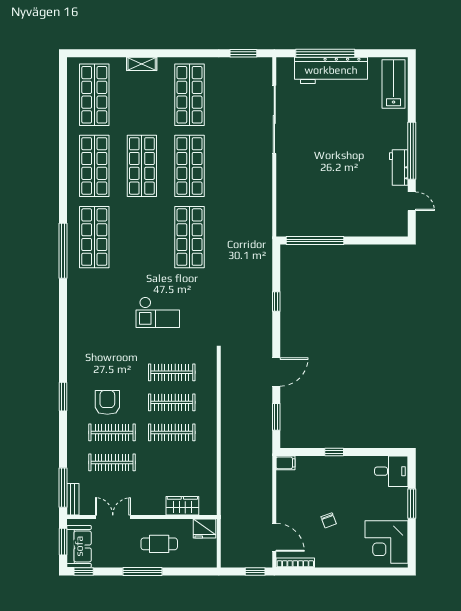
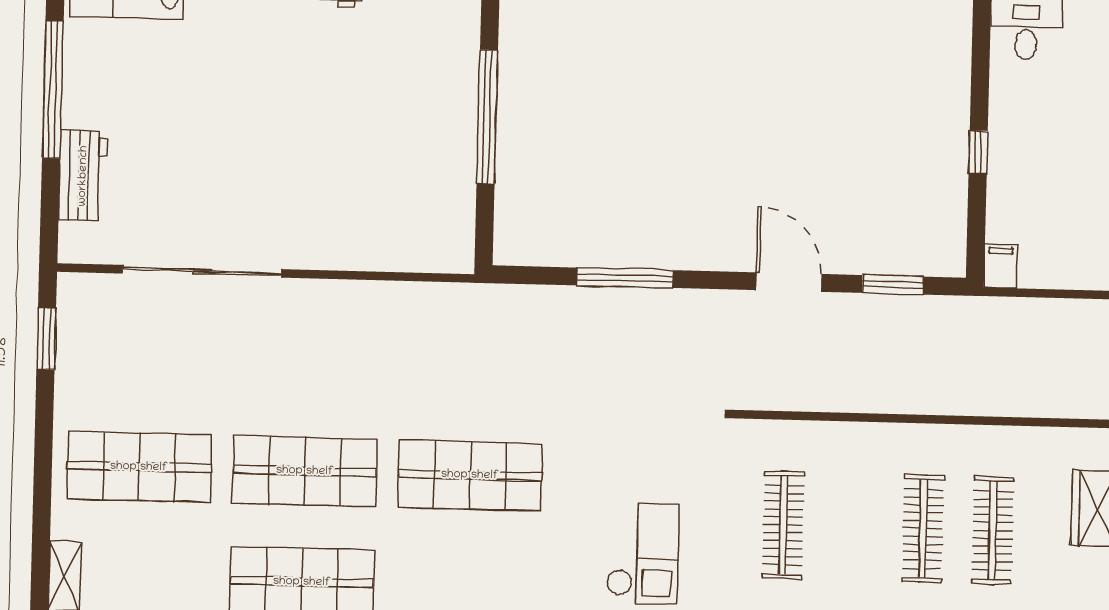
window: (325, 53) -> (53, 89), moved
workbench: (331, 70) -> (83, 176), width x0.53, depth x0.76
window: (315, 240) -> (487, 117), moved
window: (276, 301) -> (625, 278), width x2.17
clothes rail: (172, 402) -> (993, 530), moved

